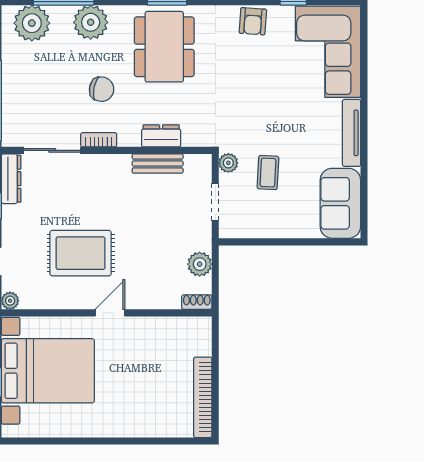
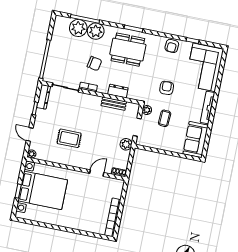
plant: (32, 23) -> (78, 28), moved
dining table: (164, 47) -> (128, 50), turned 90
armchair: (260, 109) -> (167, 88), added
rug: (81, 253) -> (69, 138), width x0.73, depth x0.70
plant: (200, 264) -> (126, 144), moved
door: (110, 313) -> (97, 173), moved

